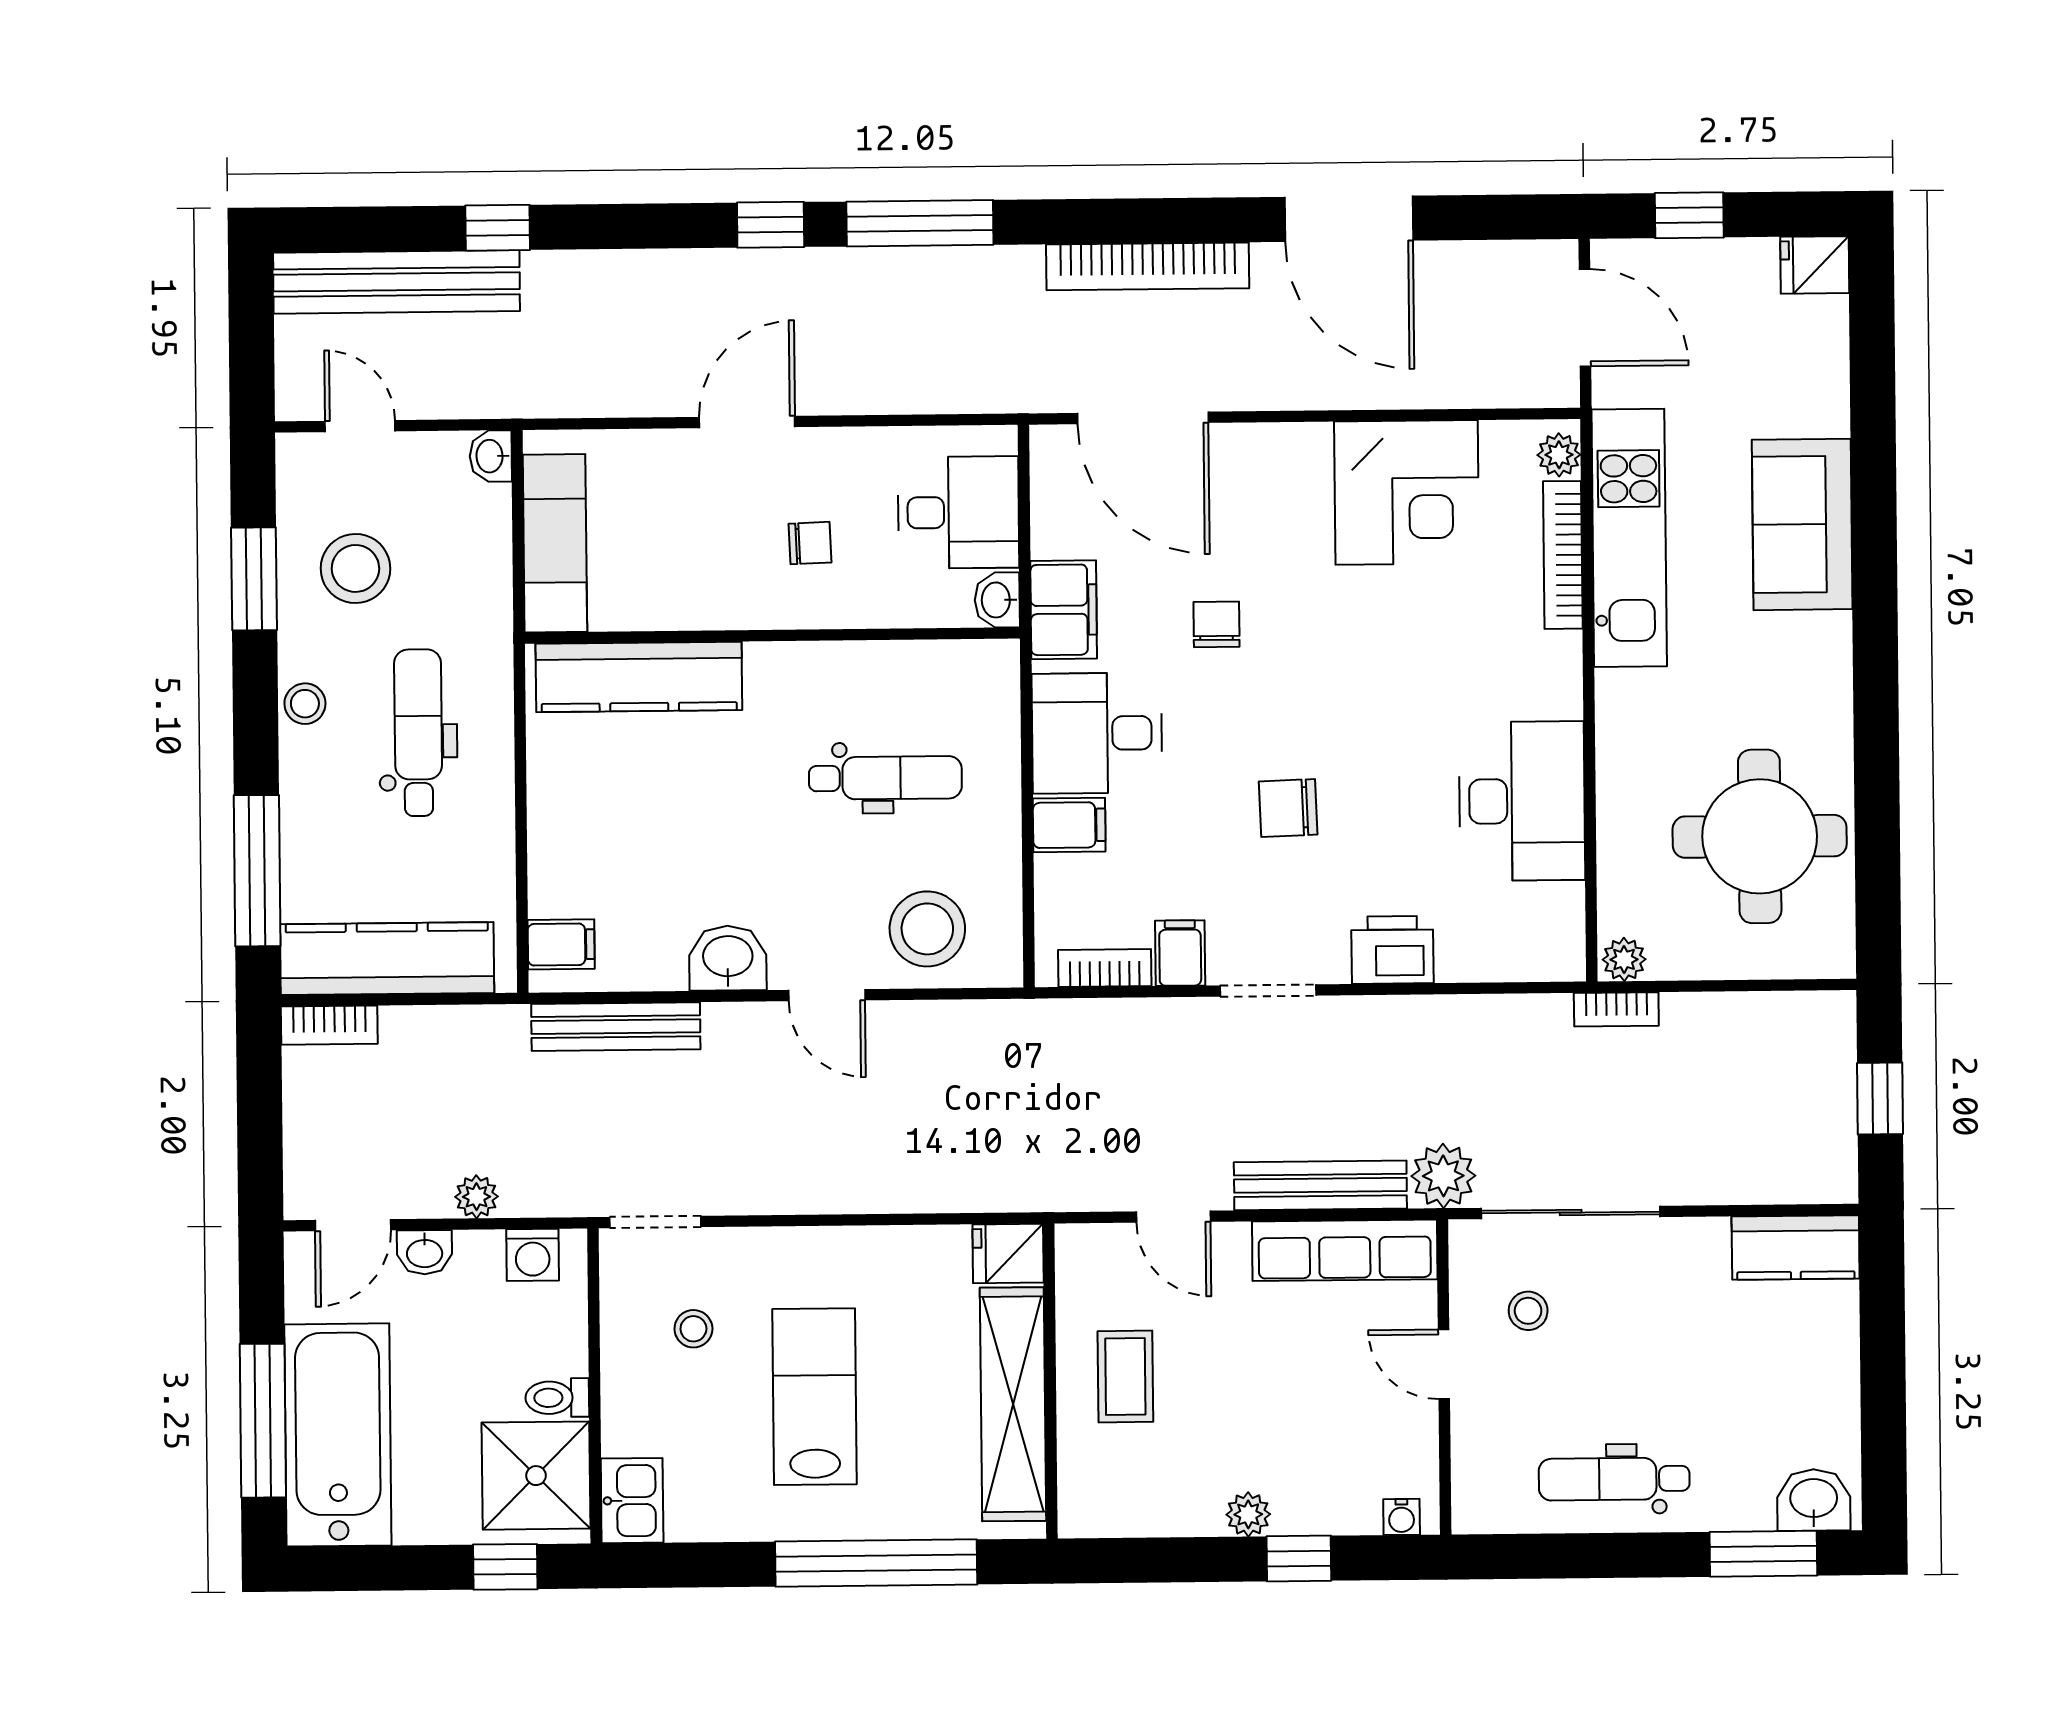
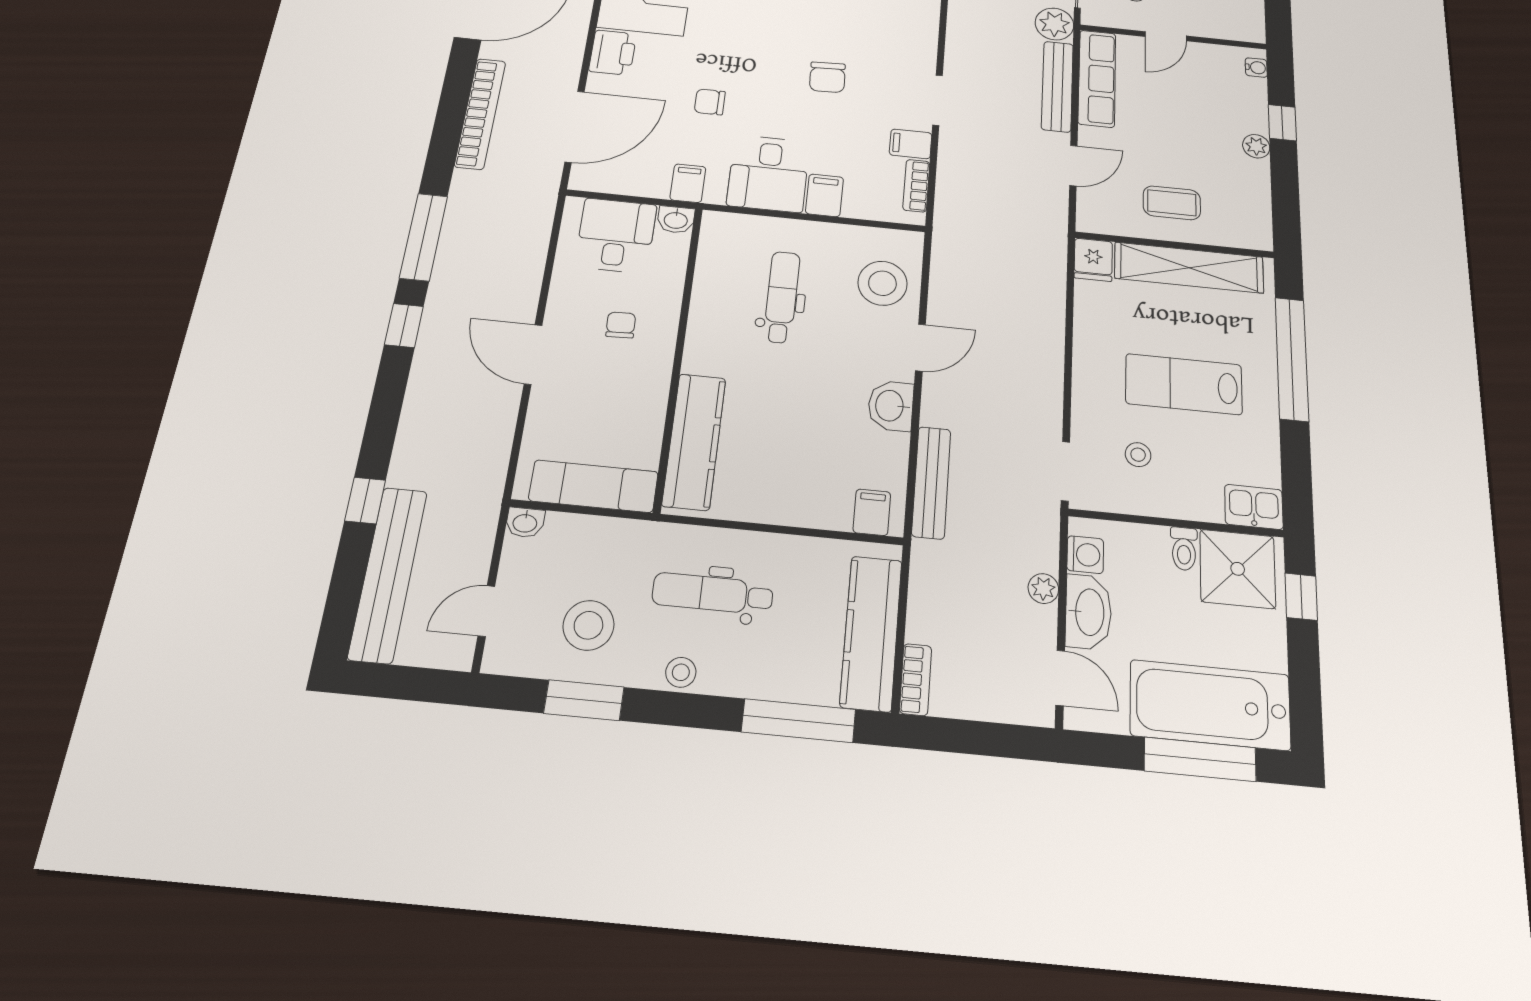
filing cabinet: (1064, 610) -> (688, 183), width x0.50
printer: (1392, 950) -> (613, 53), moved, turned 180
washbasin: (425, 1252) -> (1088, 612), width x1.91, depth x1.45

